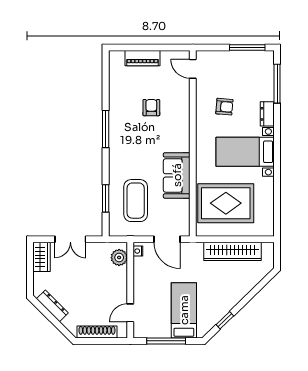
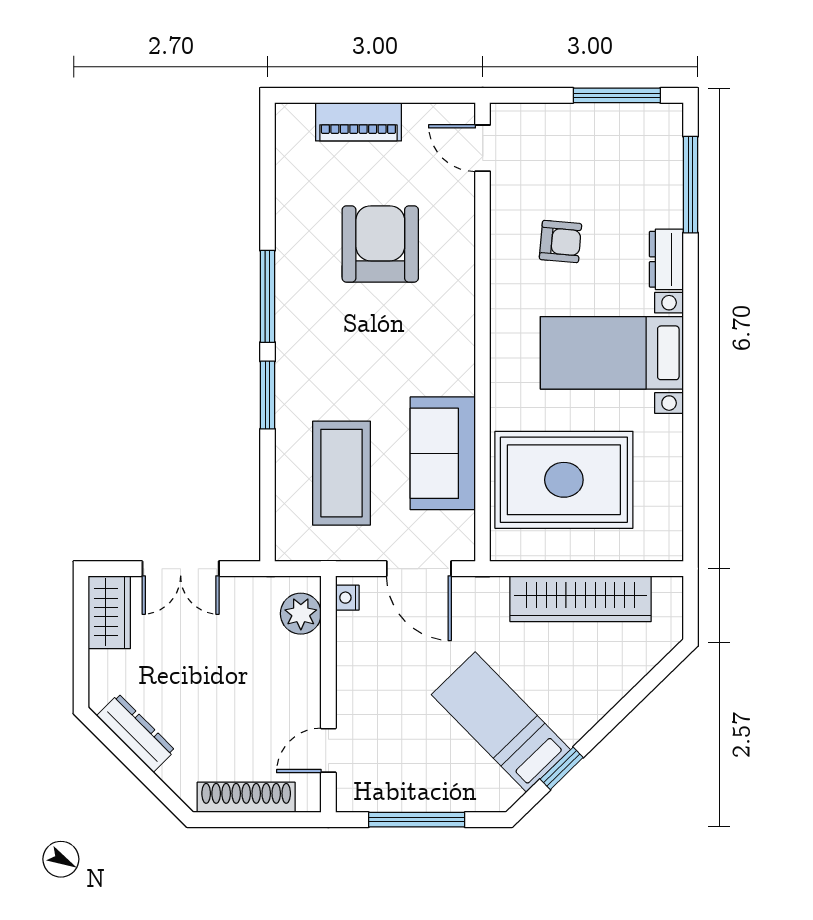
armchair: (151, 108) -> (380, 244), width x1.88, depth x1.88
sofa: (177, 175) -> (443, 453), moved
window: (106, 198) -> (267, 395), moved
bed: (184, 310) -> (501, 722), moved, turned -44

